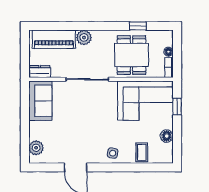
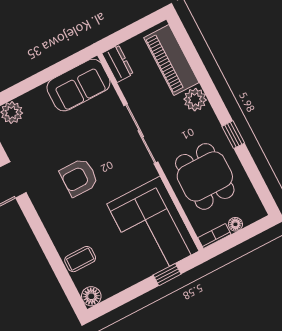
window: (138, 26) -> (233, 135), moved
dining table: (131, 55) -> (205, 176), turned 90
armchair: (94, 128) -> (79, 177), added
floor lamp: (167, 136) -> (91, 296), moved
side table: (113, 153) -> (59, 220), removed

